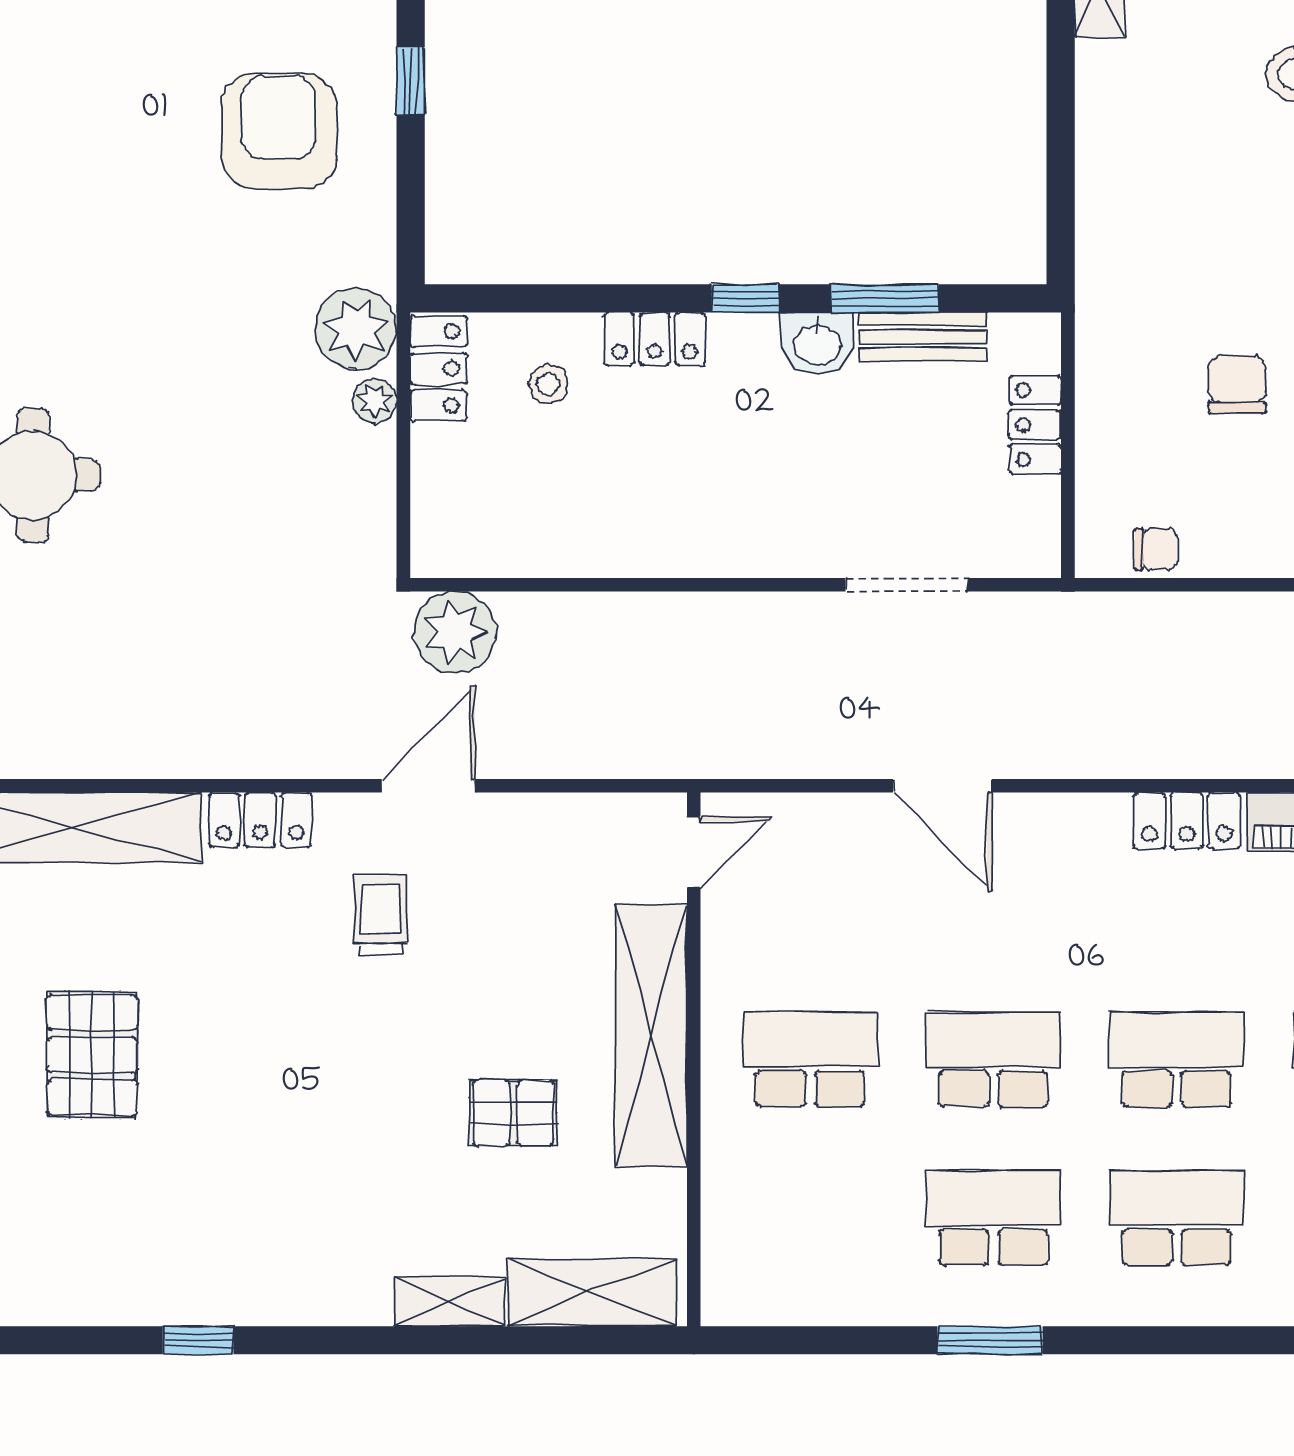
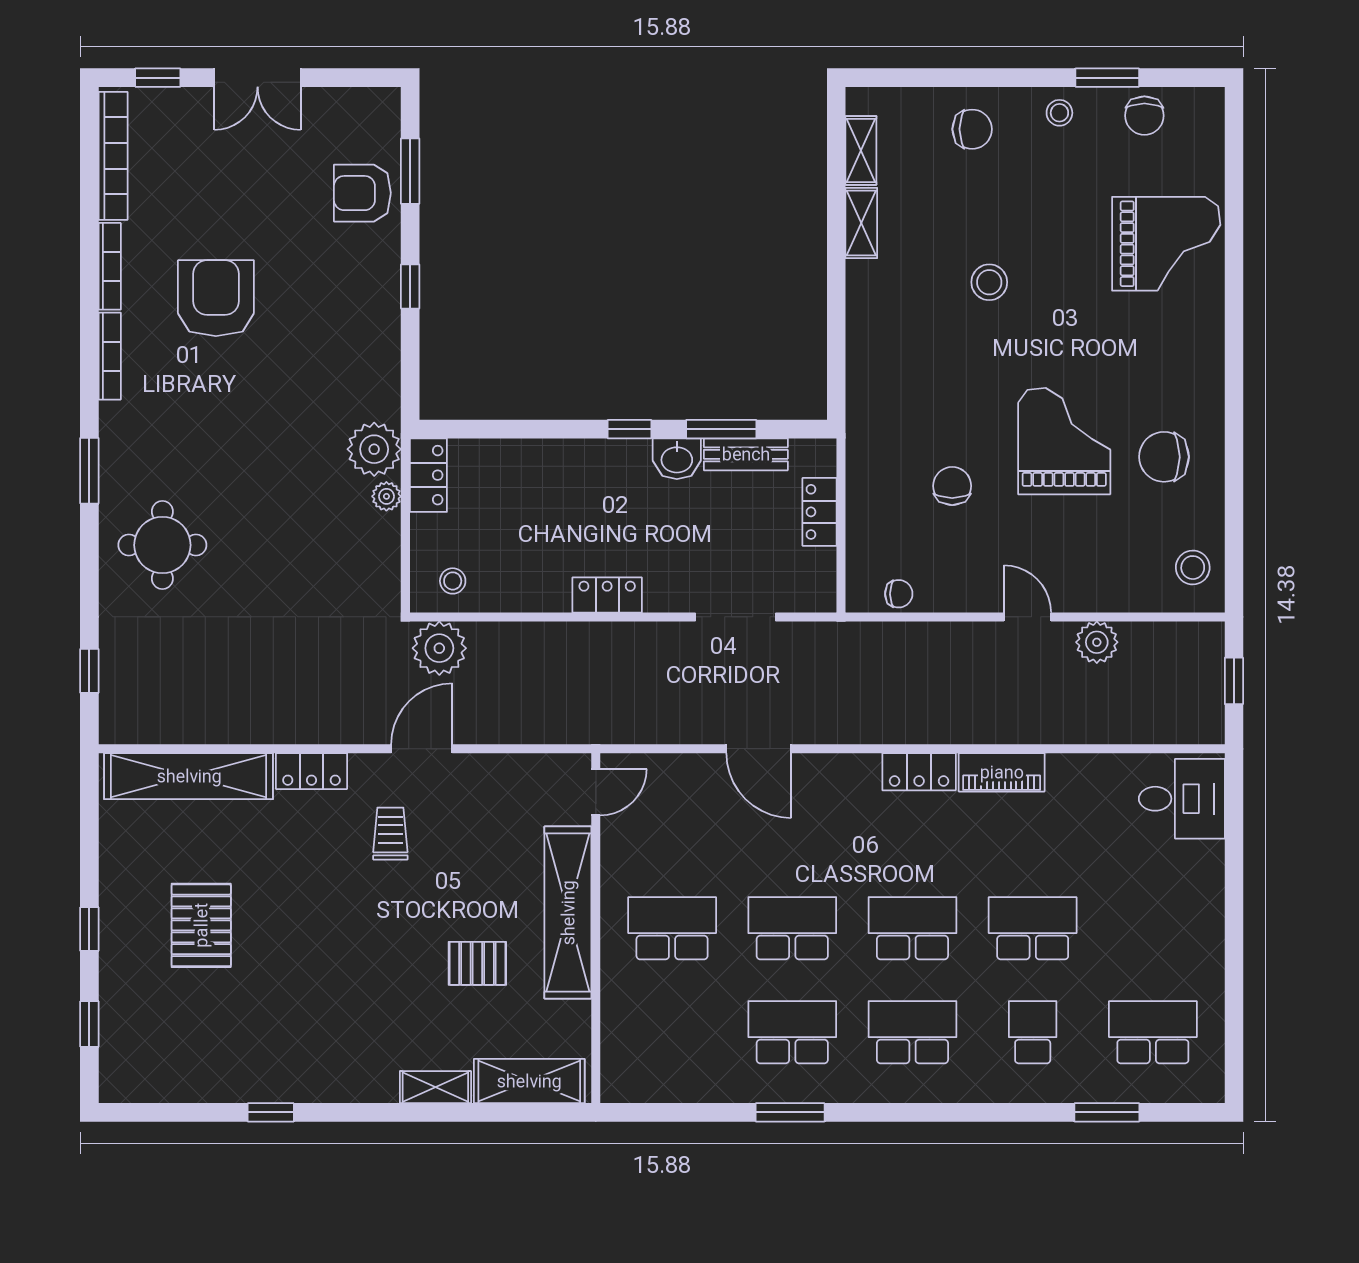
armchair: (279, 131) -> (216, 298), moved
locker: (655, 339) -> (607, 595), moved, turned 180
stool: (548, 384) -> (453, 581), moved

